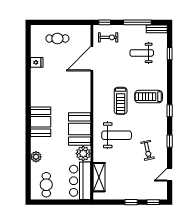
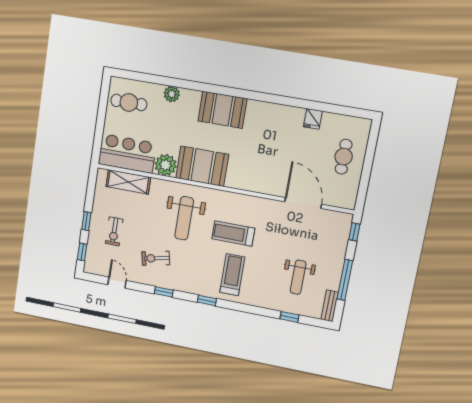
exercise bike: (108, 37) -> (114, 231), moved
weight bench: (142, 53) -> (298, 277), turned 180

